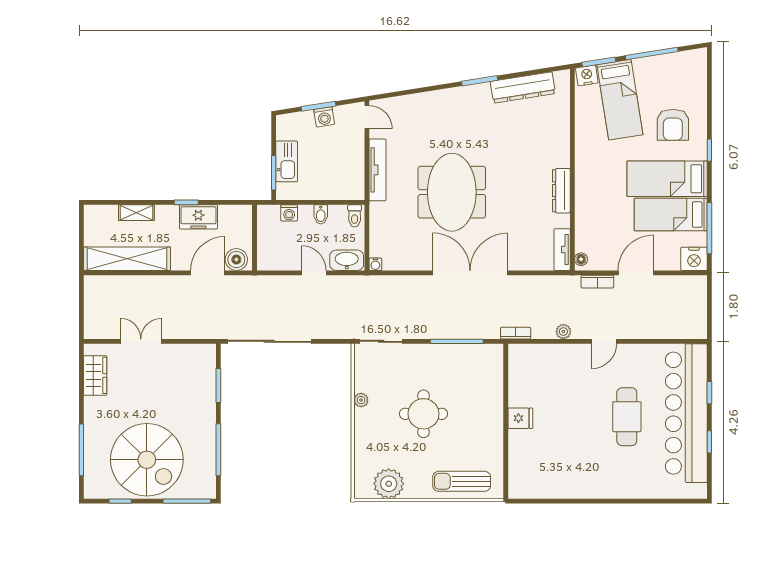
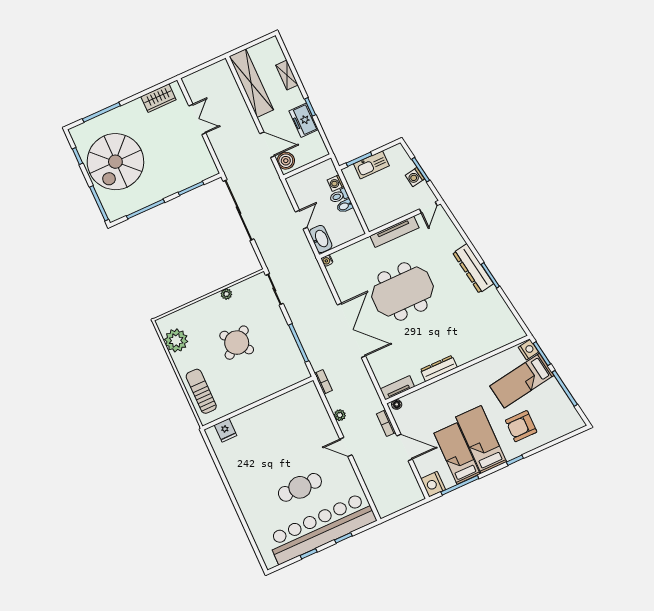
dresser: (523, 88) -> (473, 268), moved
toilet: (355, 216) -> (339, 196), moved
round table: (423, 414) -> (237, 343), turned -36
fridge: (520, 418) -> (225, 430), moved

